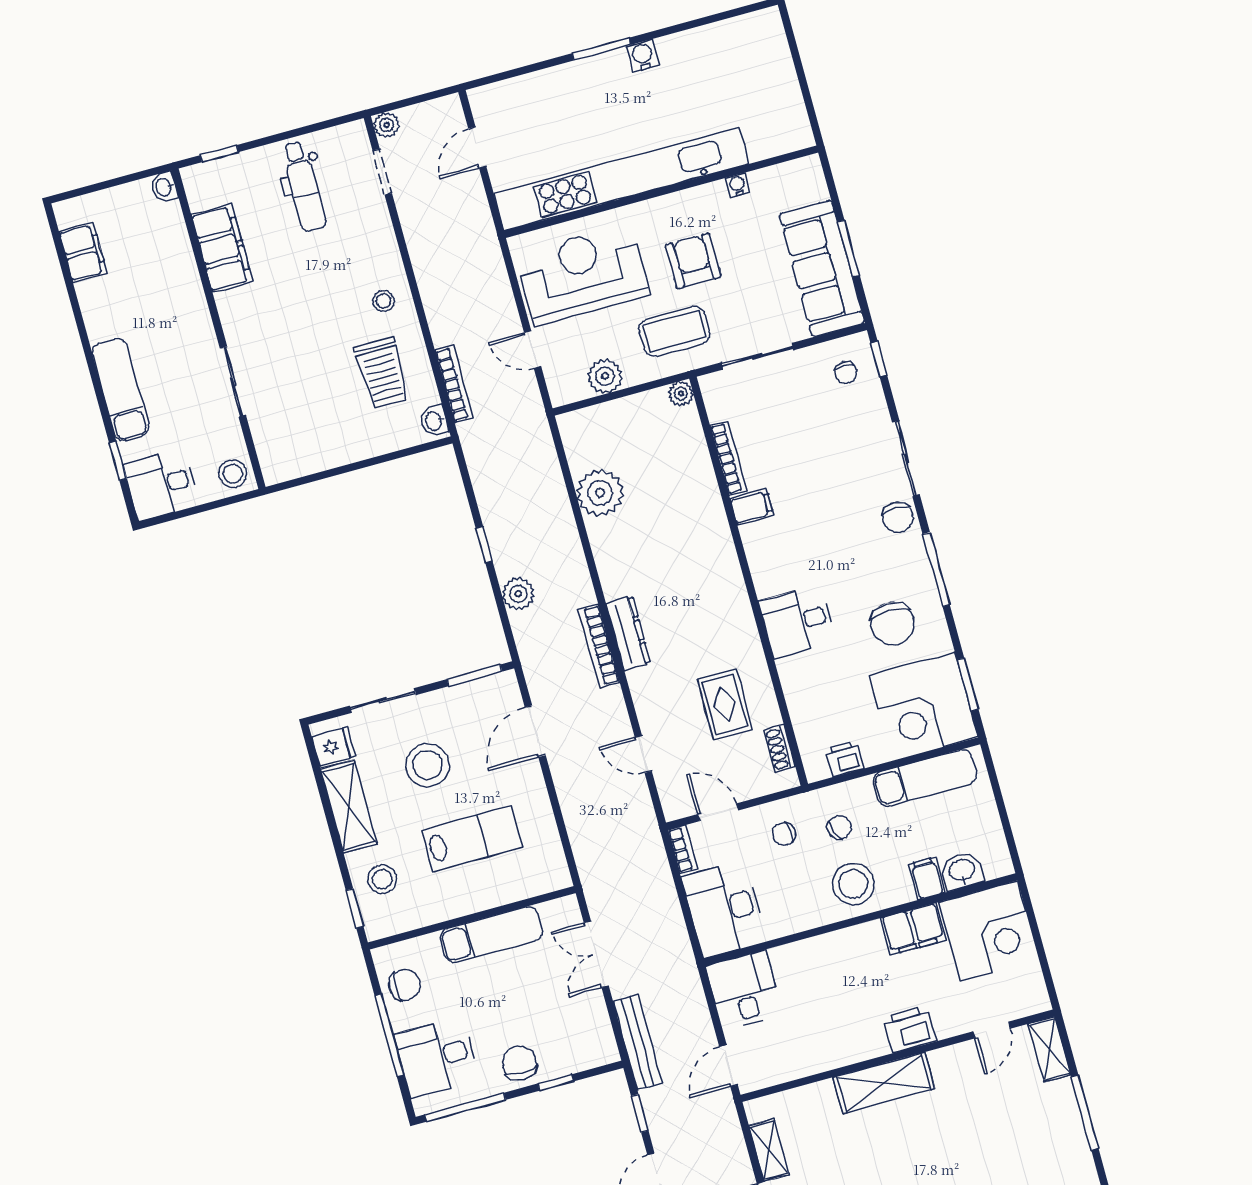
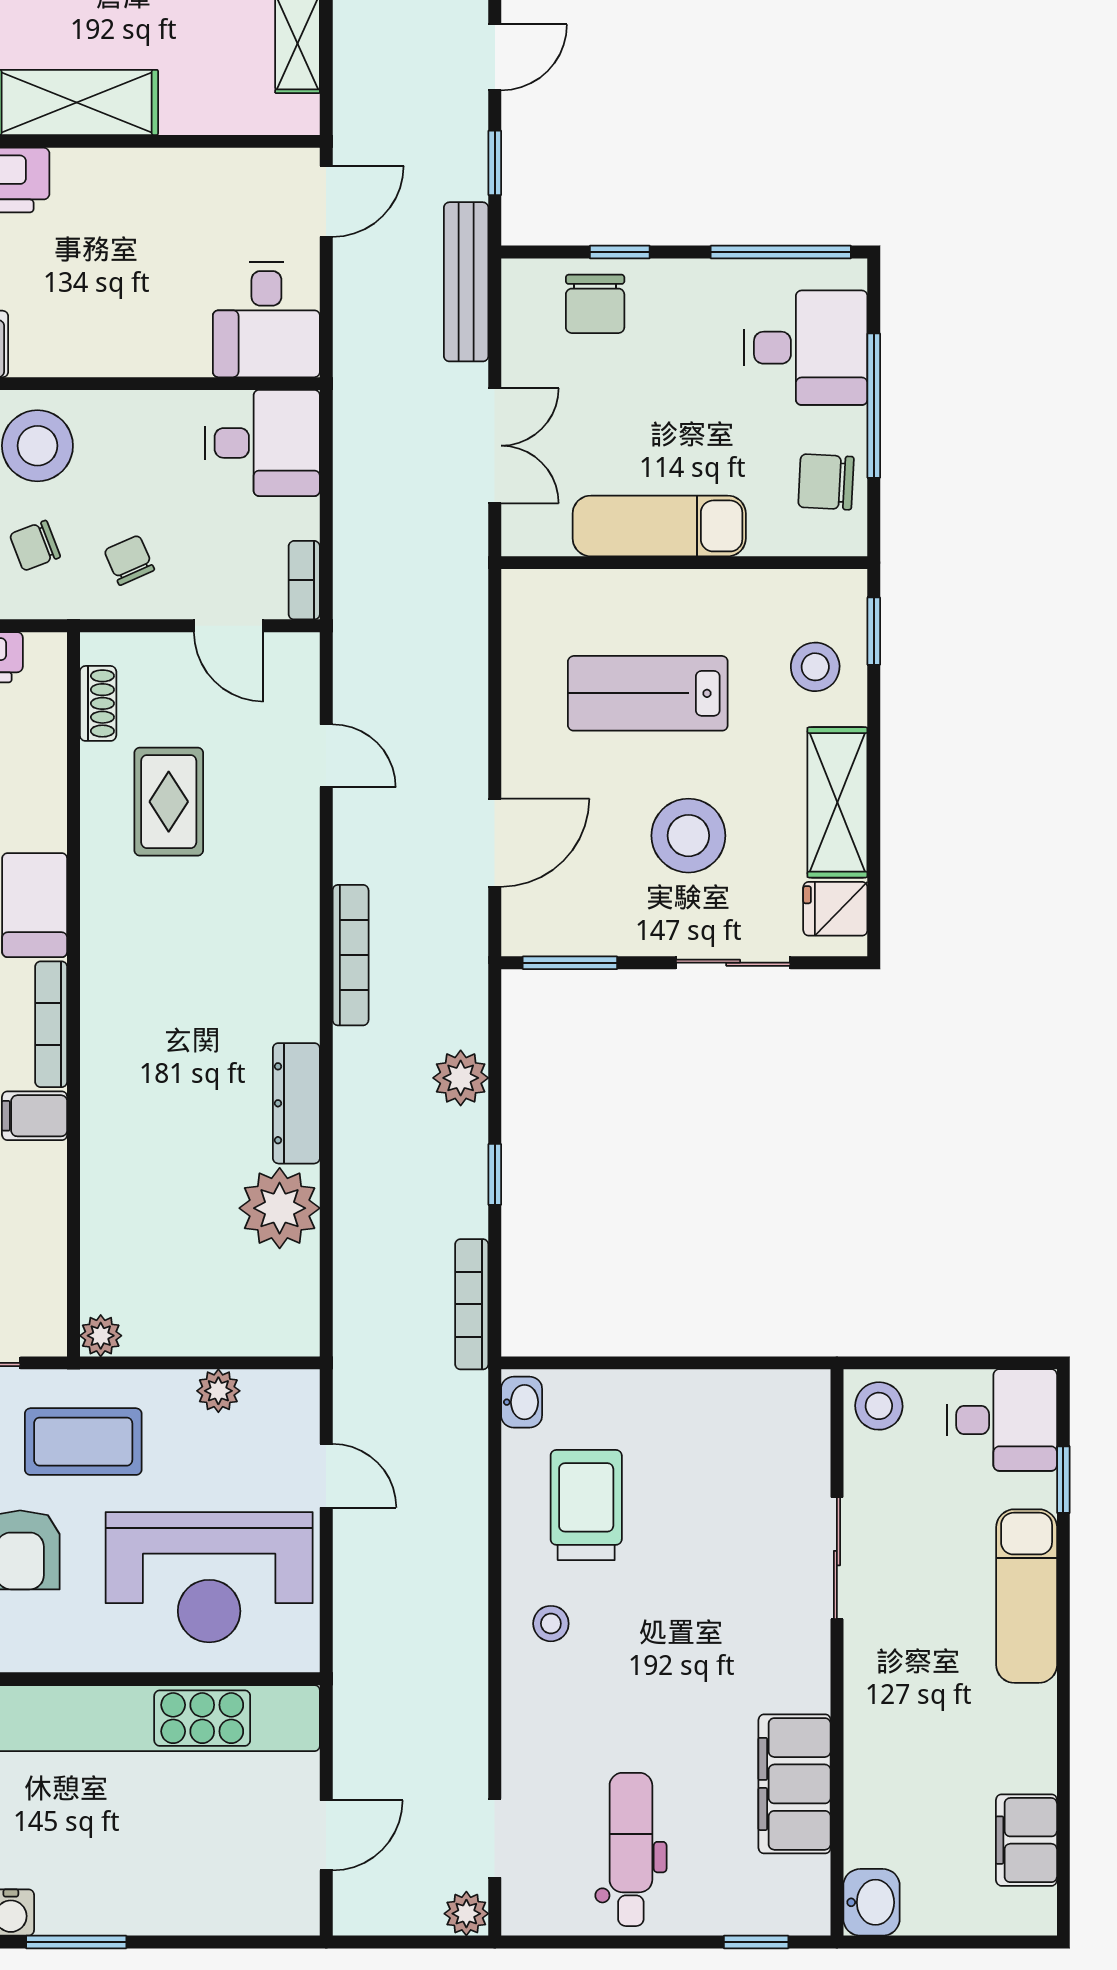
washbasin: (164, 187) -> (871, 1902), width x1.38, depth x1.45
plant: (605, 376) -> (218, 1391), width x0.73, depth x0.73
bookcase: (454, 384) -> (472, 1304), moved
bookcase: (728, 458) -> (51, 1024), moved
dresser: (628, 633) -> (296, 1103), moved
chair: (784, 834) -> (129, 560), turned -108
desk: (724, 909) -> (263, 443), width x0.73
chair: (519, 1063) -> (595, 304), moved

